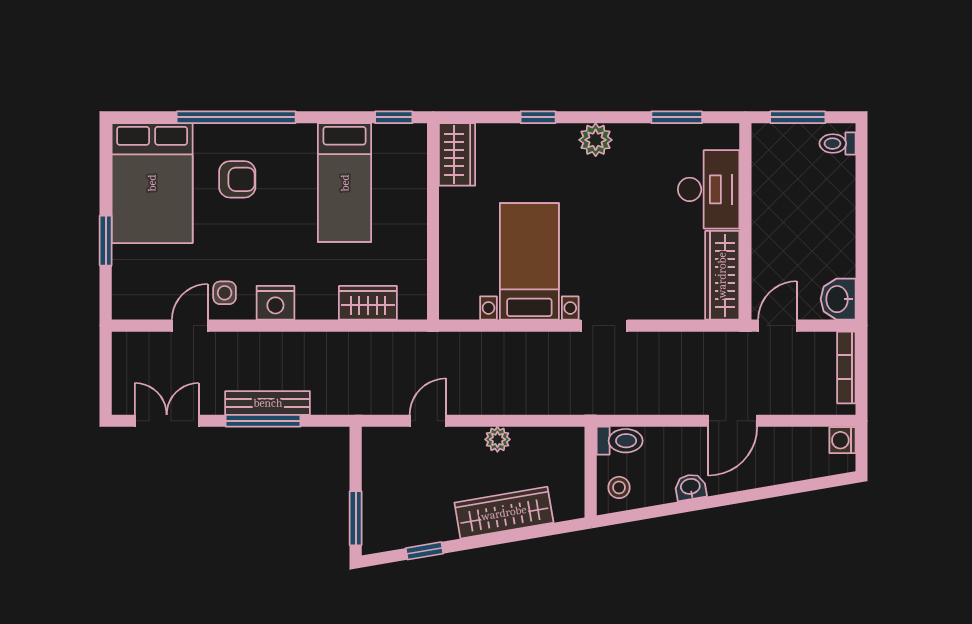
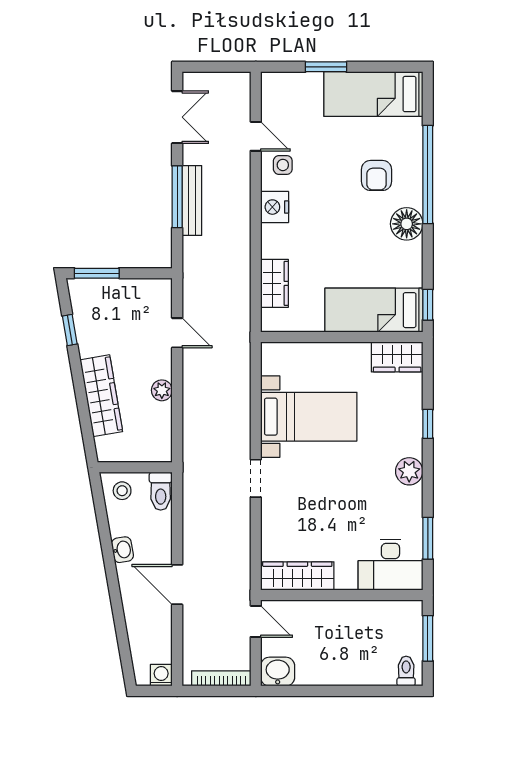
floor lamp: (296, 143) -> (407, 224), added
bed: (152, 183) -> (373, 94), width x0.67
bed: (345, 183) -> (374, 310), moved
desk: (709, 189) -> (390, 565), moved

